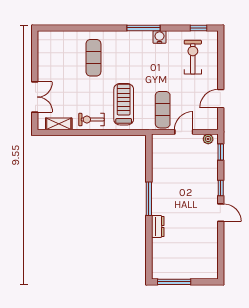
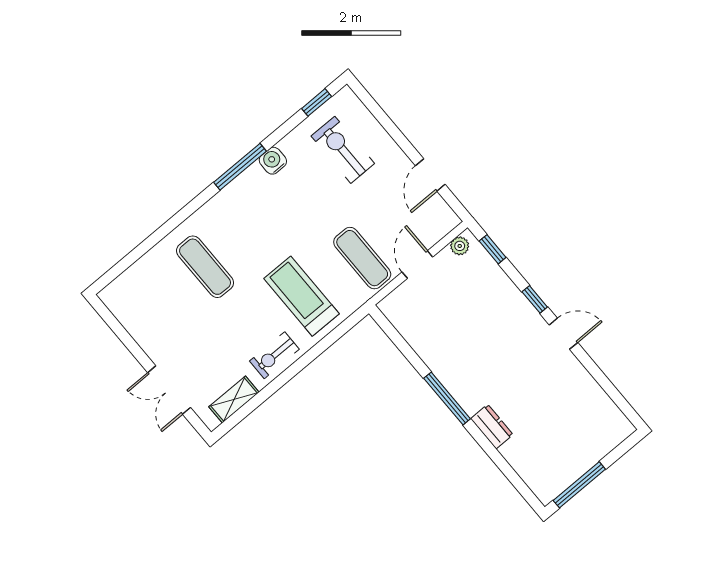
double door: (35, 97) -> (169, 390), swing flipped

